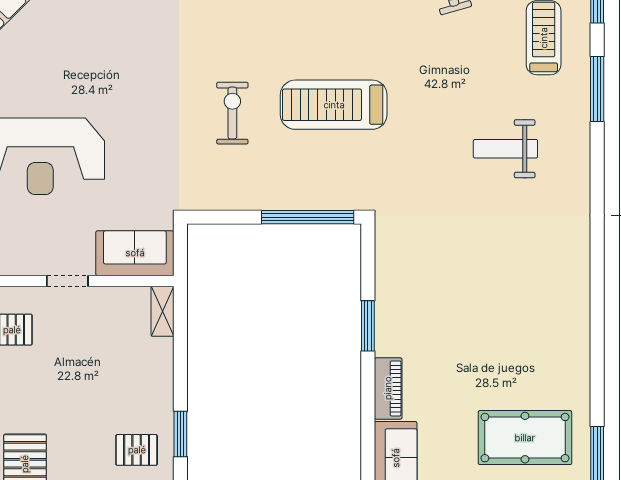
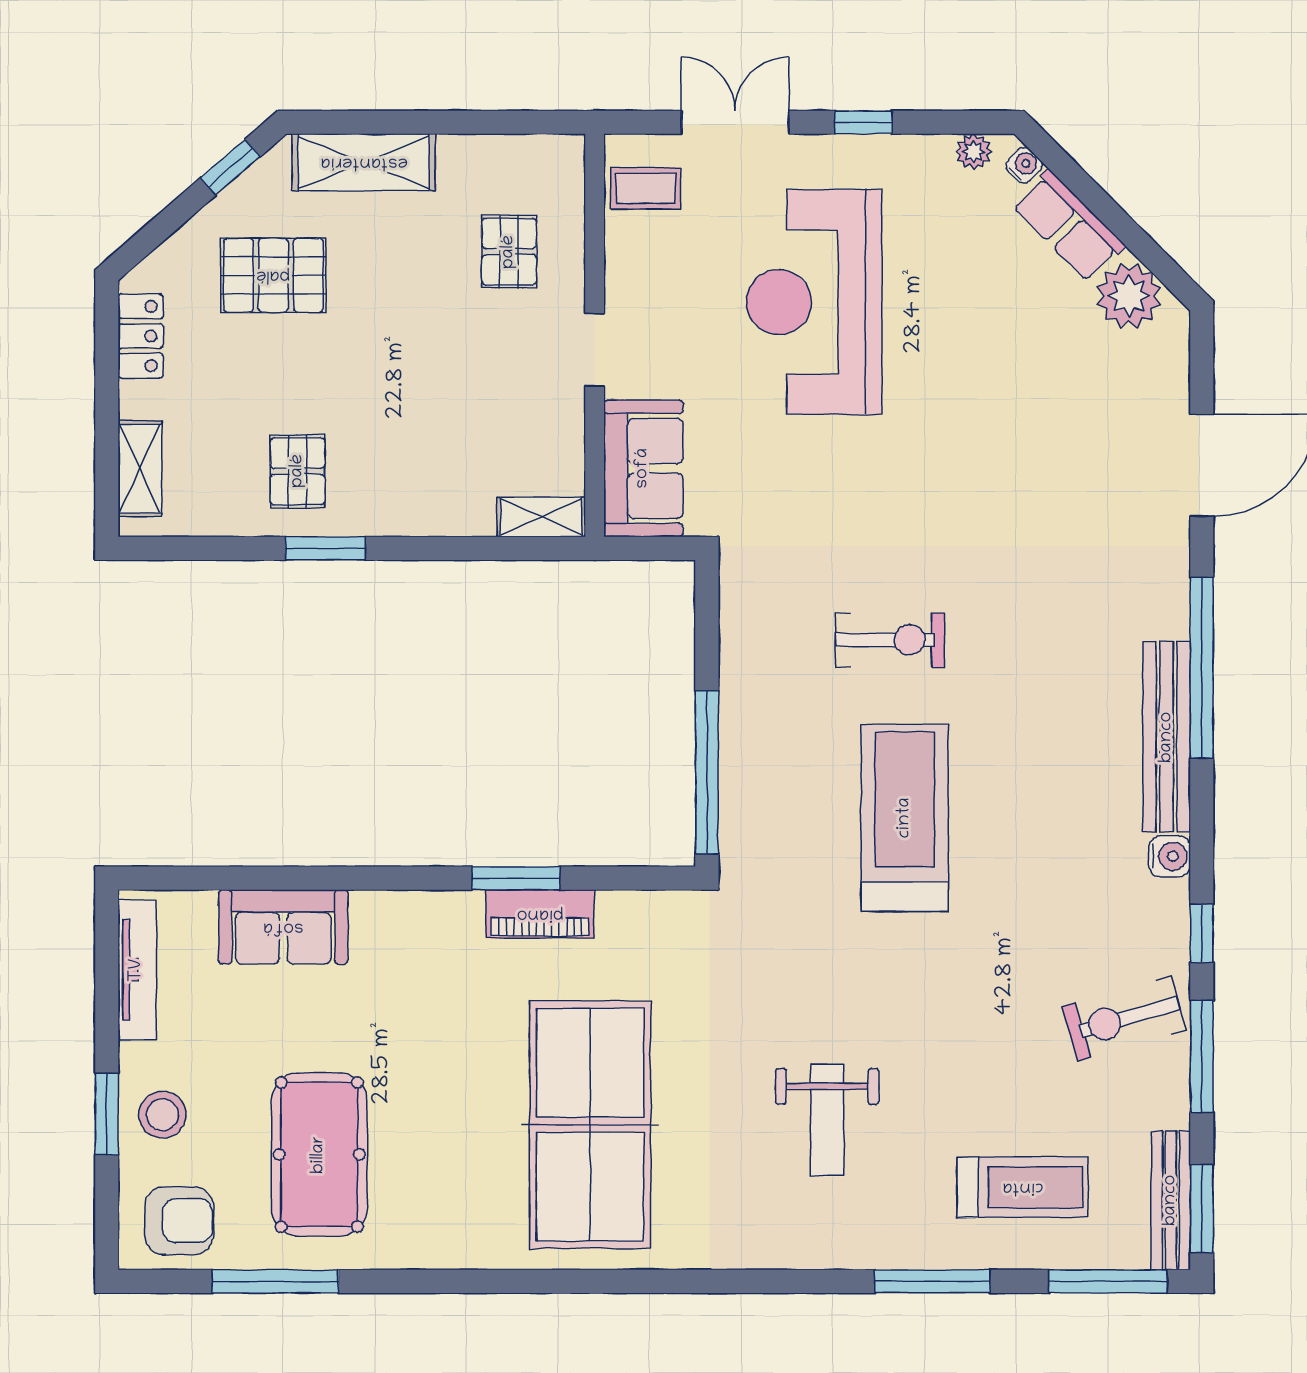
weight bench: (505, 149) -> (827, 1120), turned 180
table tennis table: (508, 284) -> (590, 1125), added
piano: (388, 388) -> (540, 914), moved

